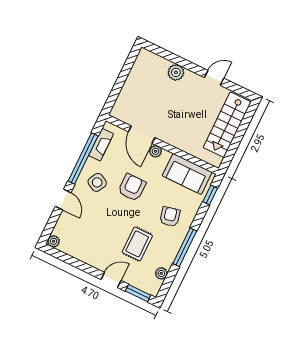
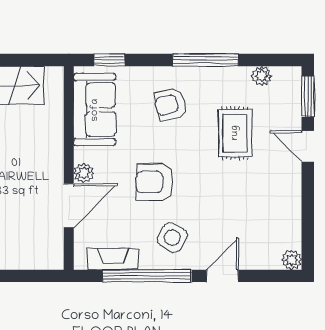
rug: (137, 244) -> (235, 133), turned 90

